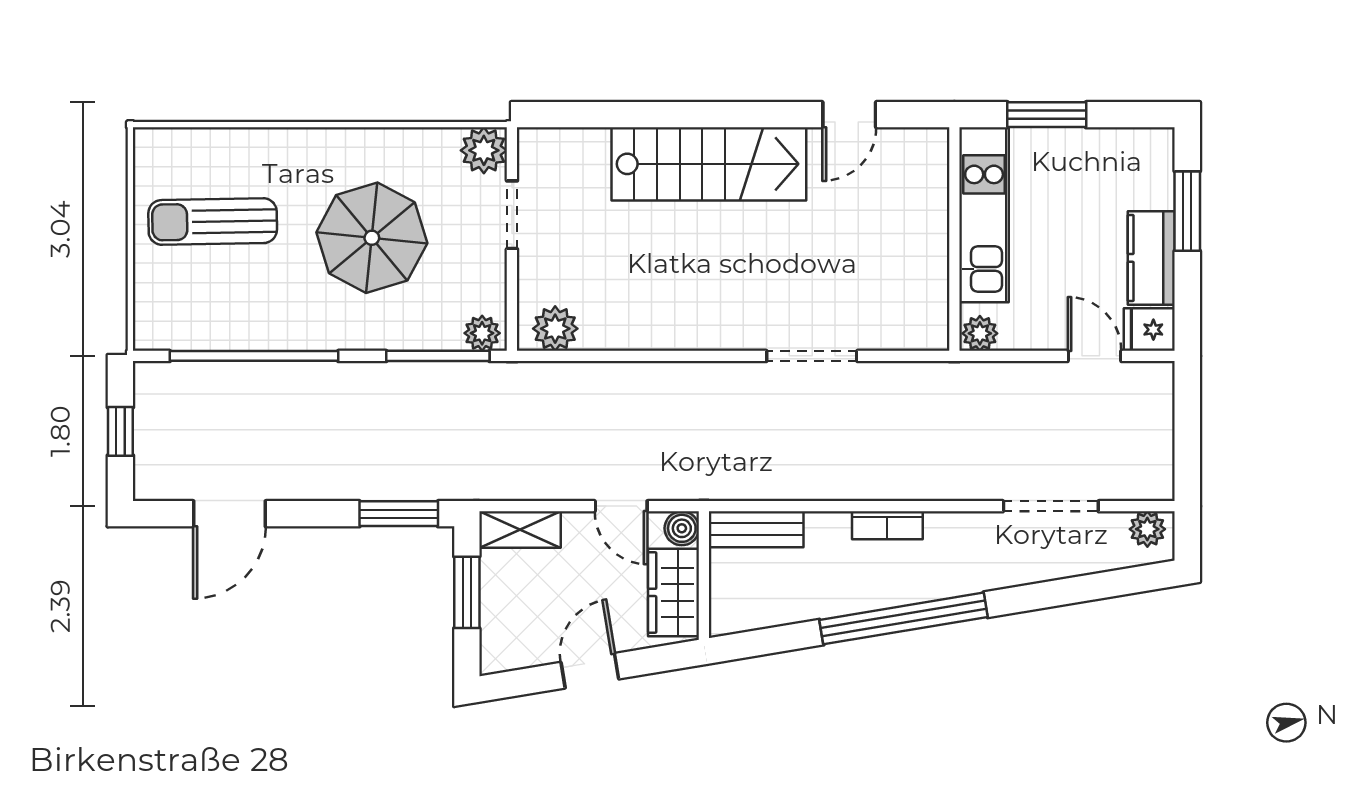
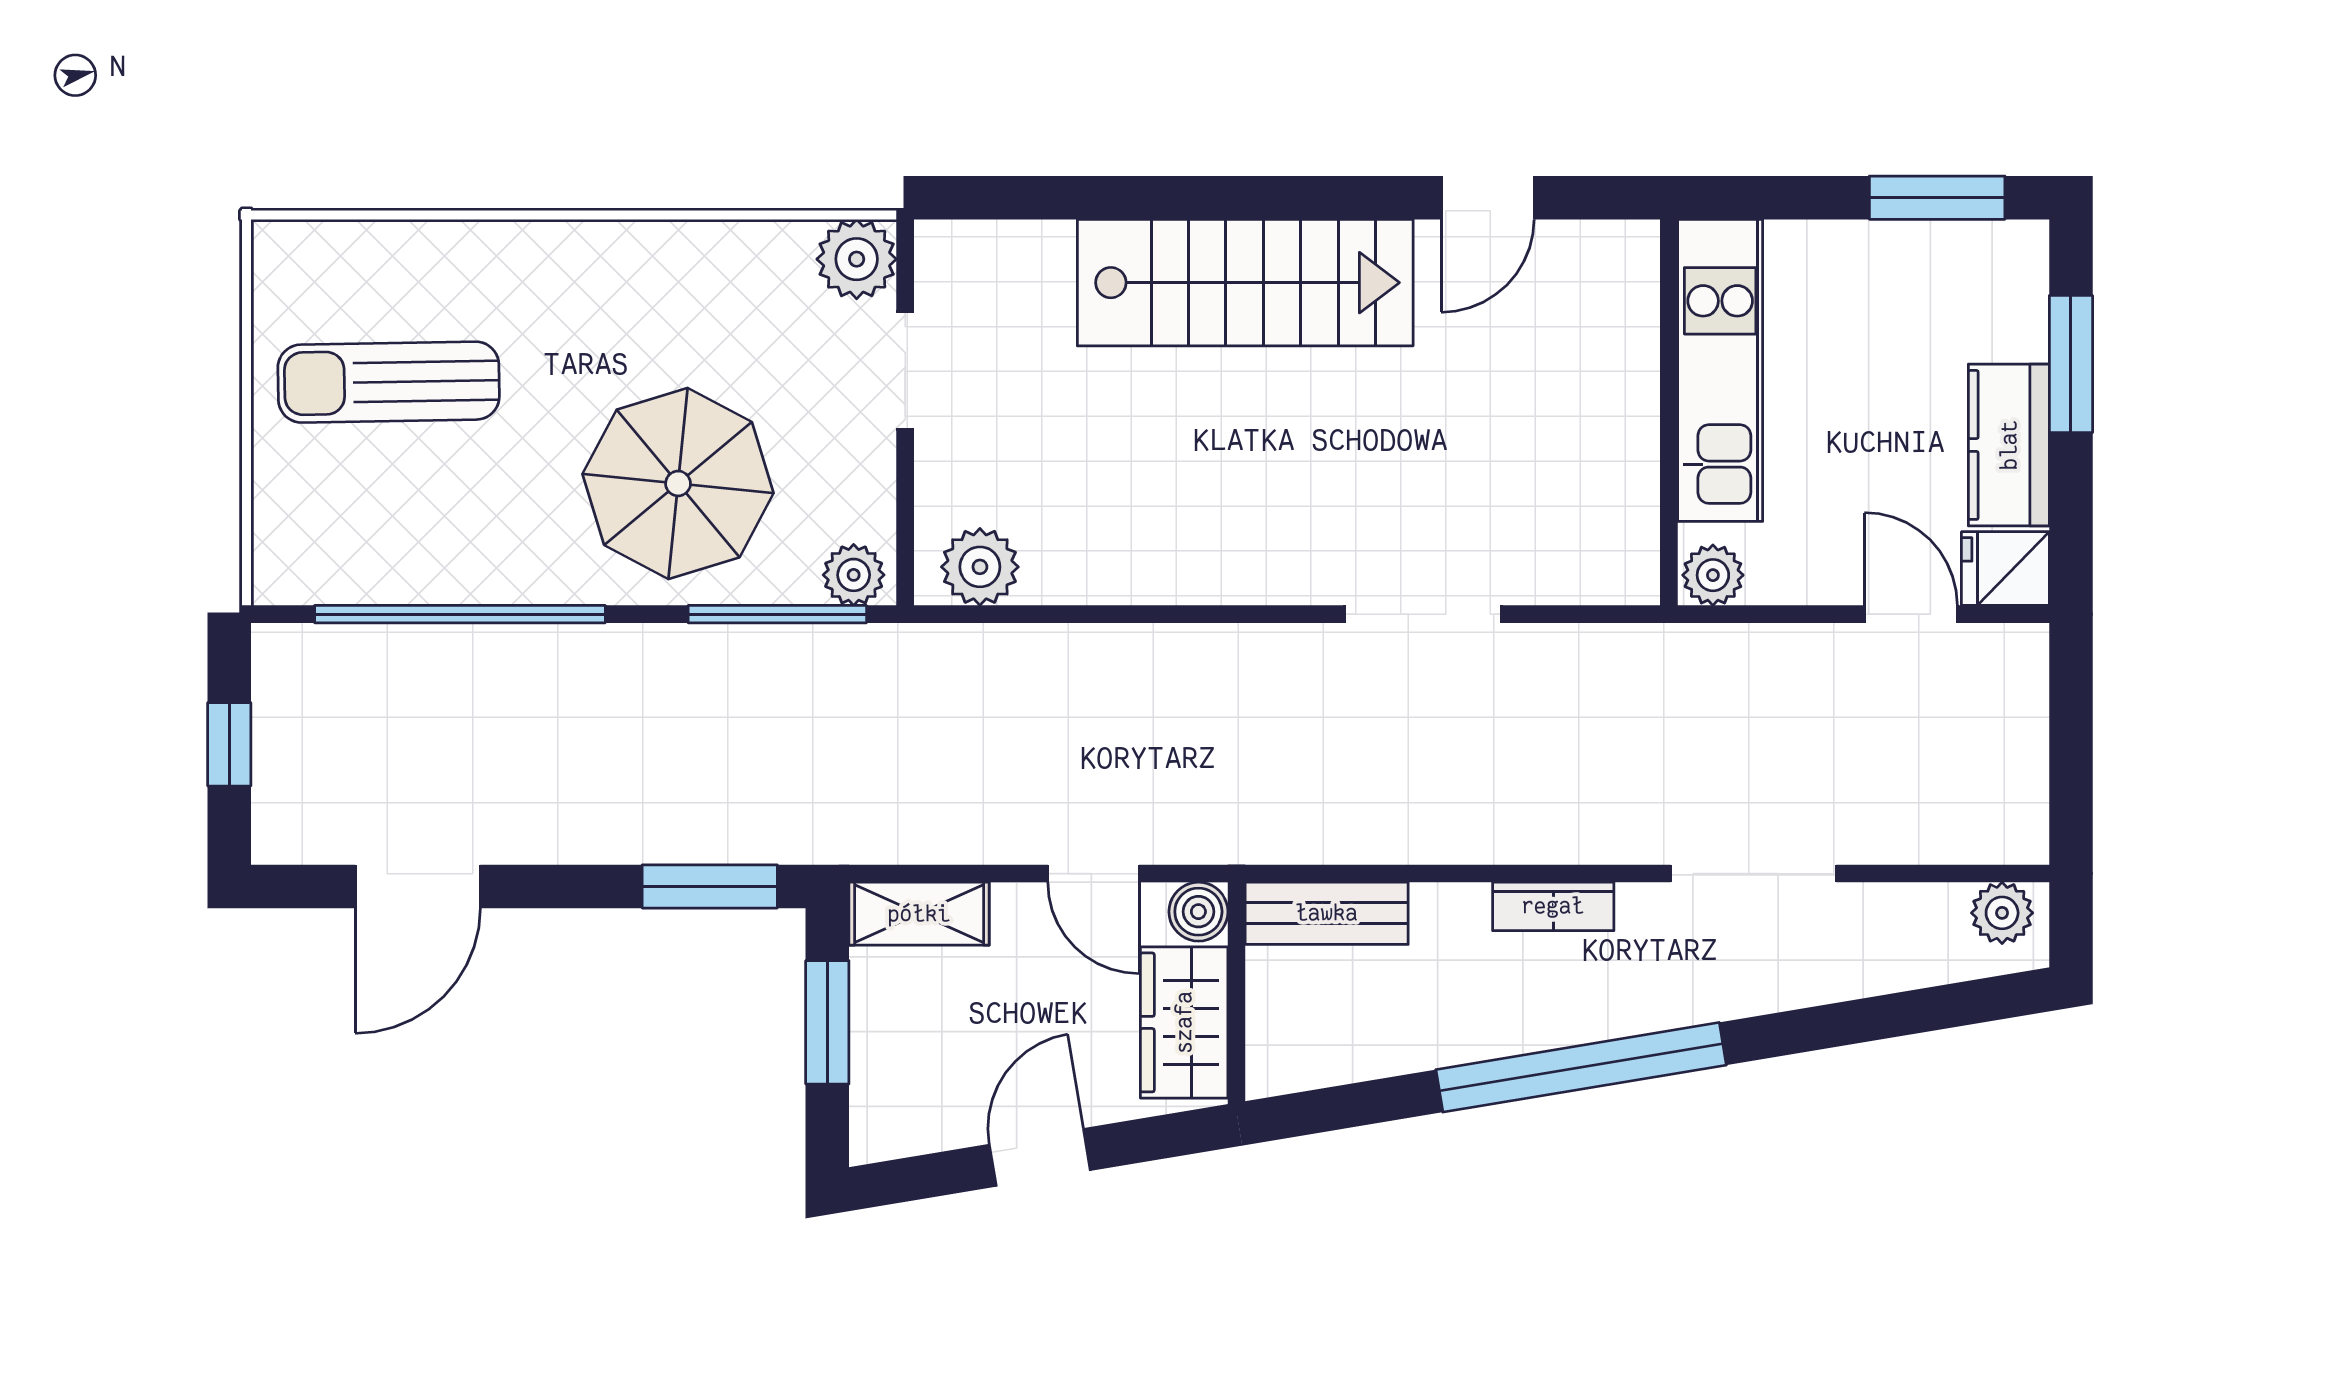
window: (1047, 115) -> (1937, 198), moved
parasol: (372, 238) -> (678, 483), moved
doorway: (1051, 506) -> (1753, 874), moved

